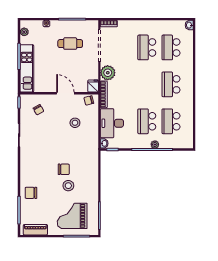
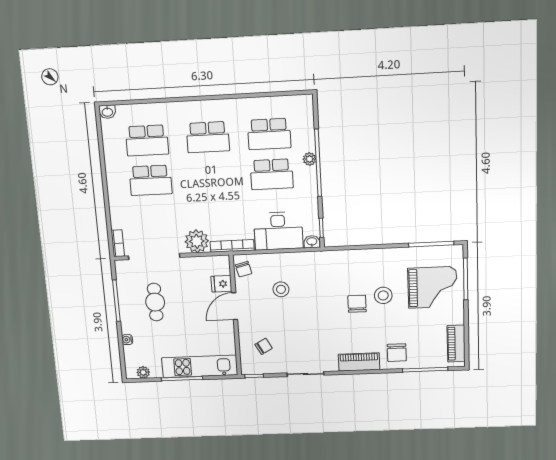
fridge: (93, 86) -> (221, 284), moved
piano: (26, 169) -> (359, 362), added
grand piano: (72, 216) -> (433, 287), turned -90

